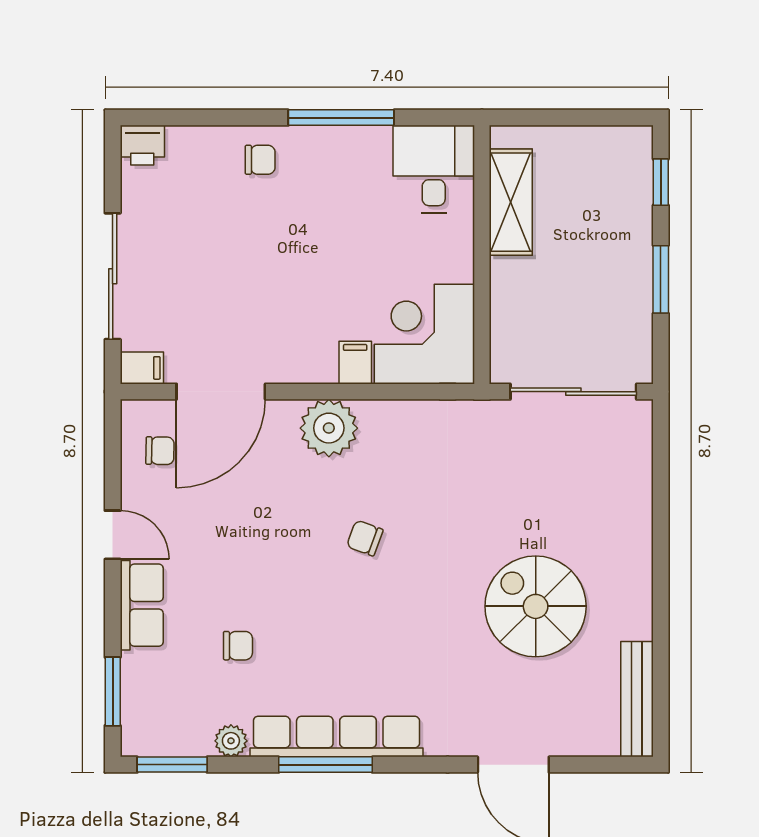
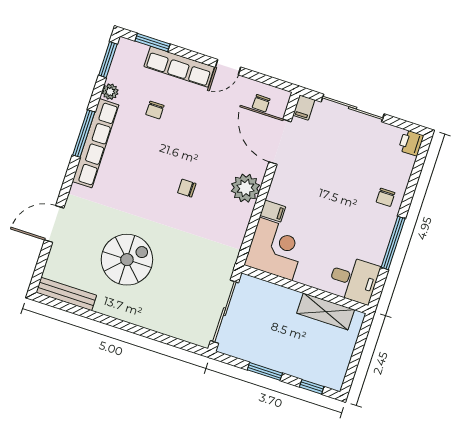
chair: (365, 538) -> (187, 188), turned -110
row of seats: (142, 605) -> (179, 67), width x1.48

